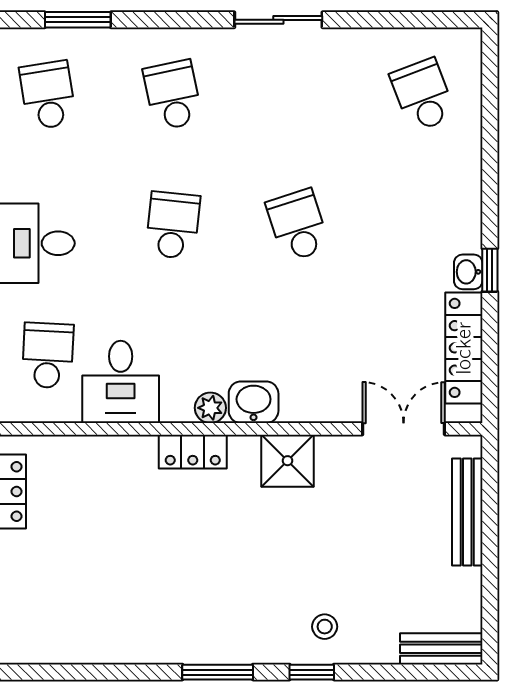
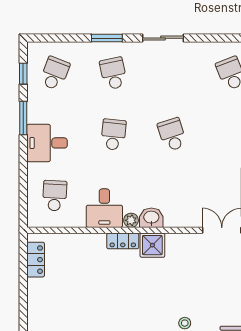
window: (78, 20) -> (107, 38), moved
school desk: (48, 95) -> (55, 73), turned 30
desk: (121, 382) -> (104, 208), moved
shower: (288, 461) -> (152, 245), moved

